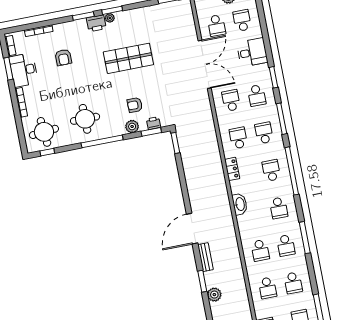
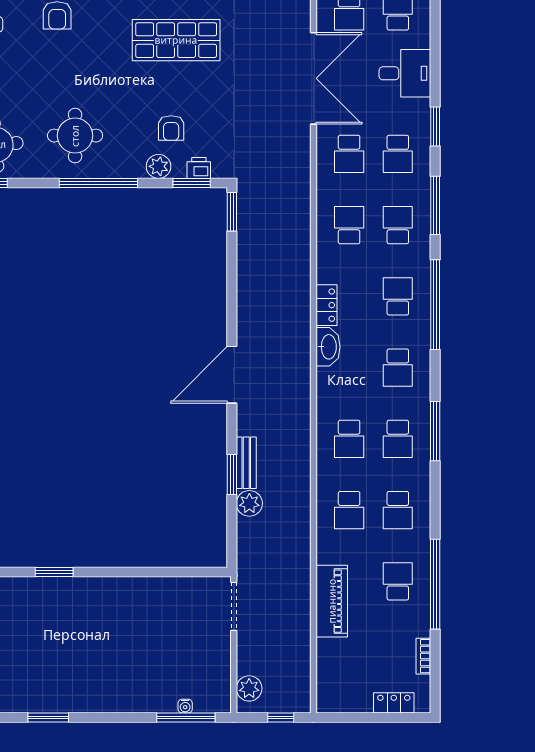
school desk: (231, 100) -> (349, 154), turned 180
armchair: (135, 105) -> (171, 128), turned -90
locker: (232, 169) -> (327, 305), moved
bench: (205, 257) -> (246, 463), moved

